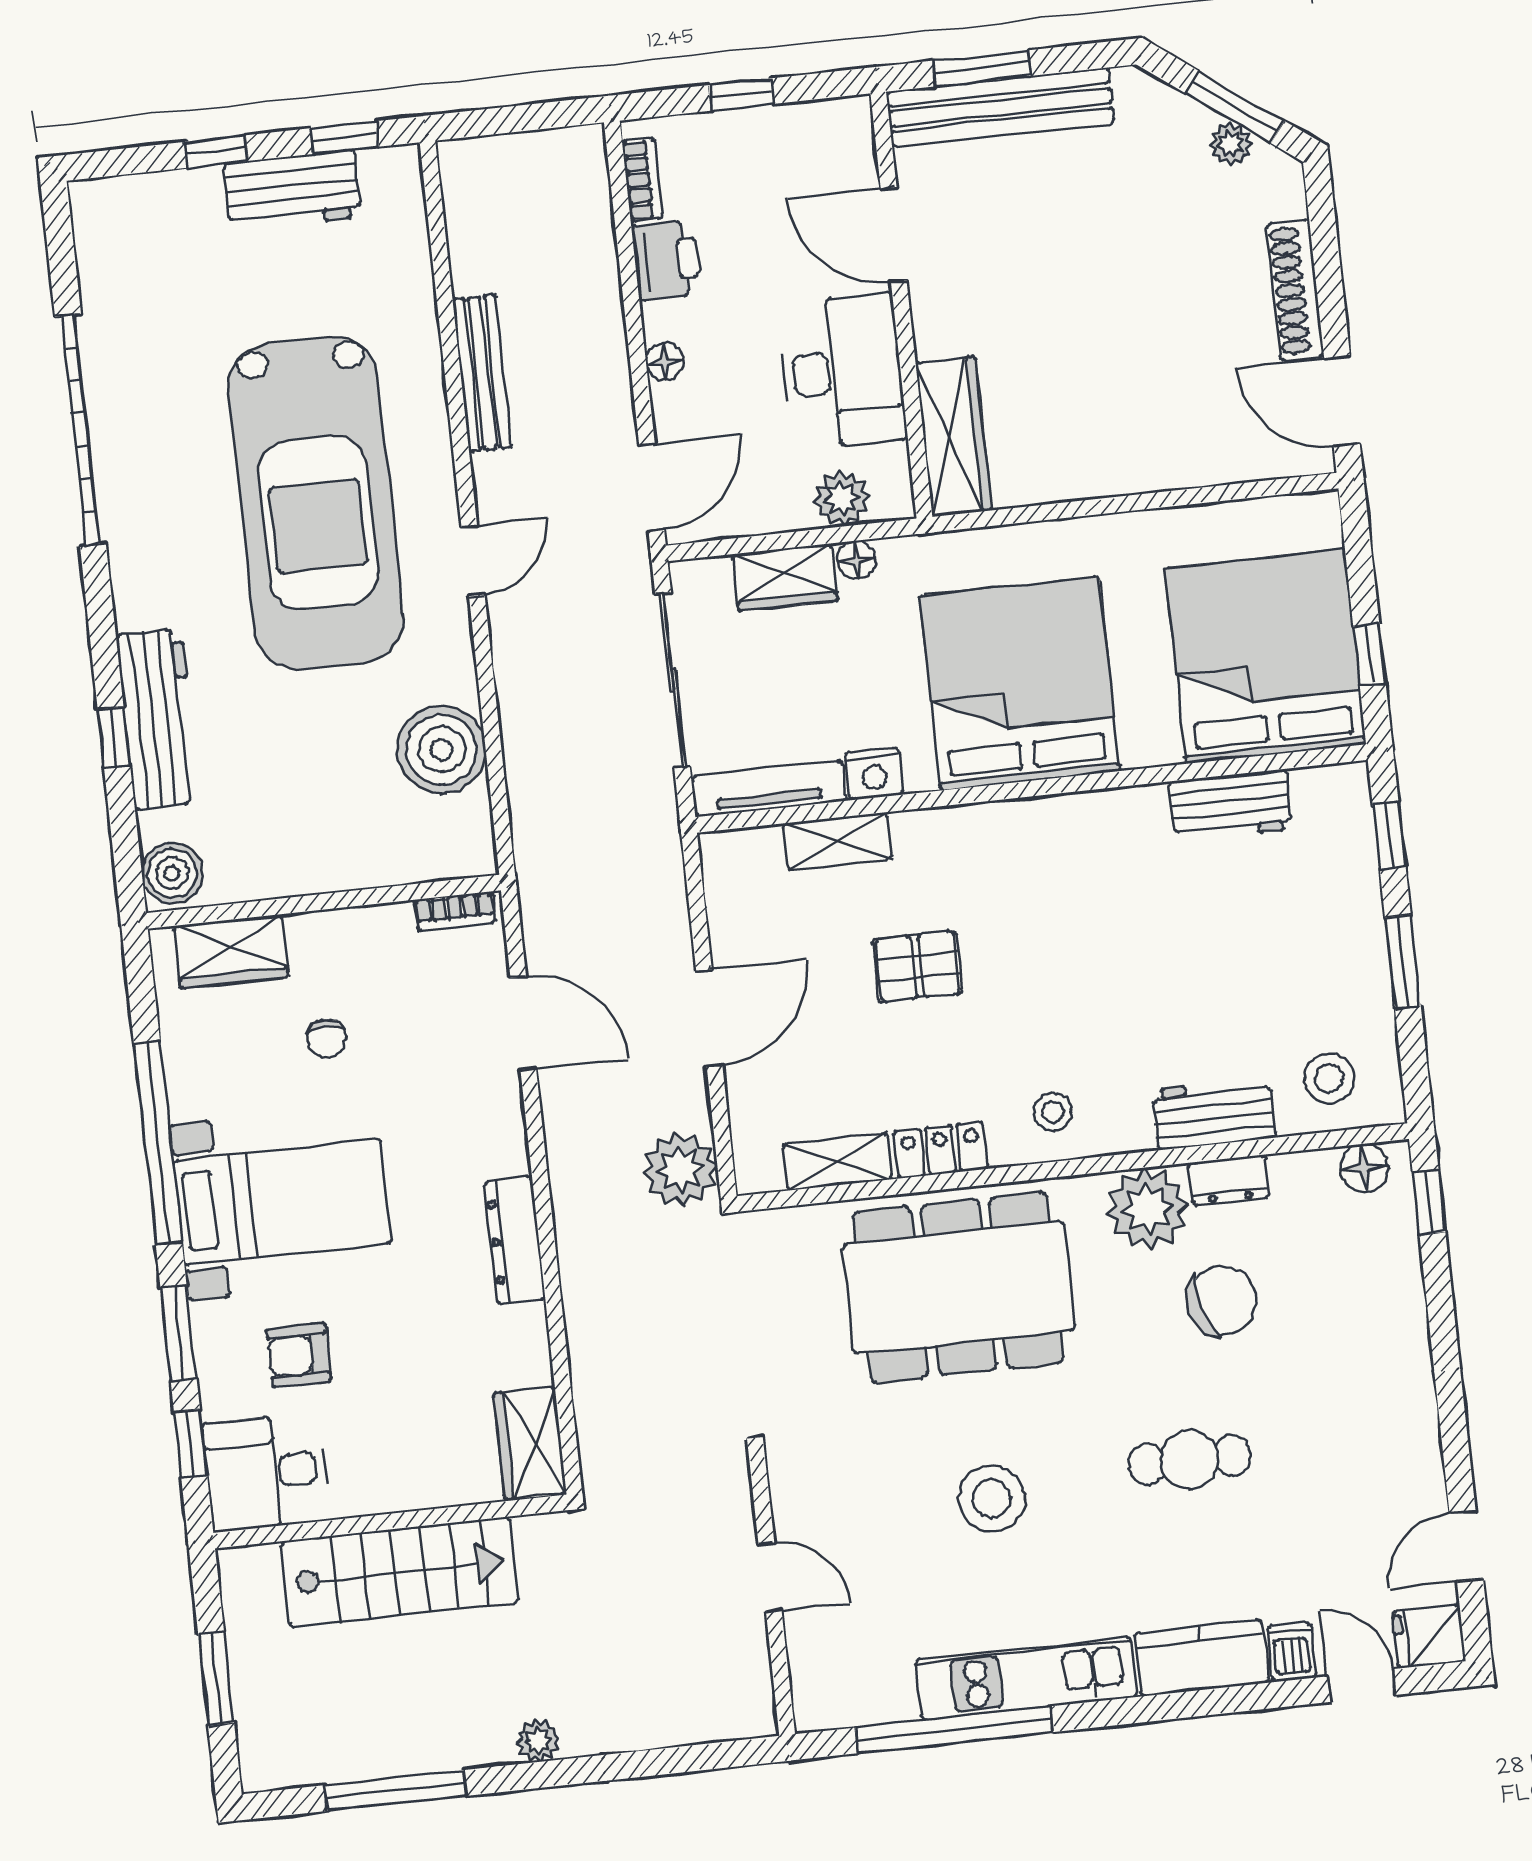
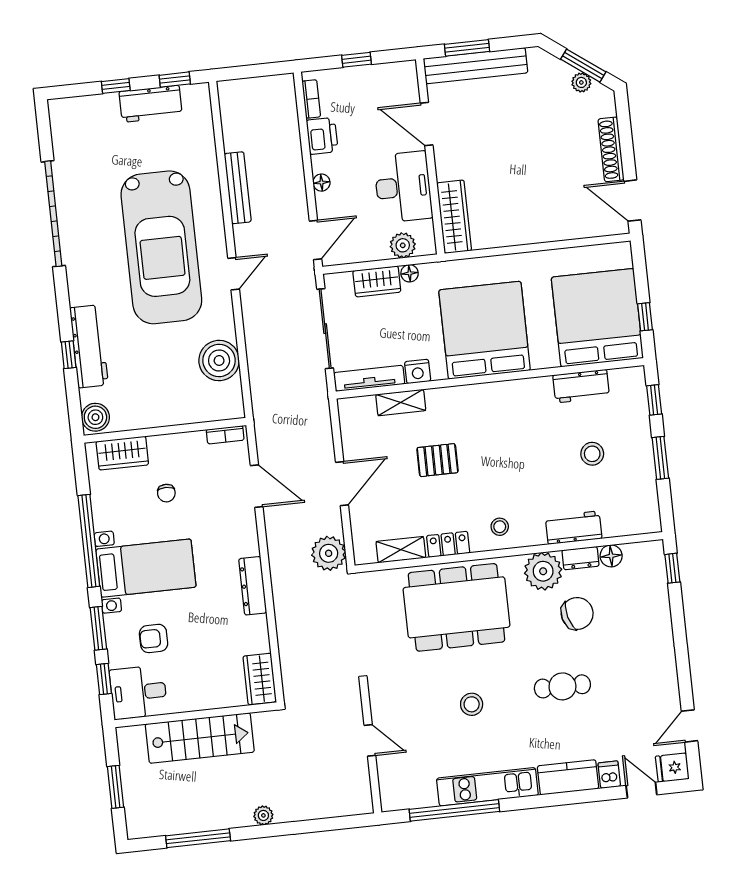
stool: (1329, 1078) -> (592, 454), moved
floor lamp: (1364, 1168) -> (611, 556), moved
stool: (992, 1499) -> (472, 704), width x0.73, depth x0.73

